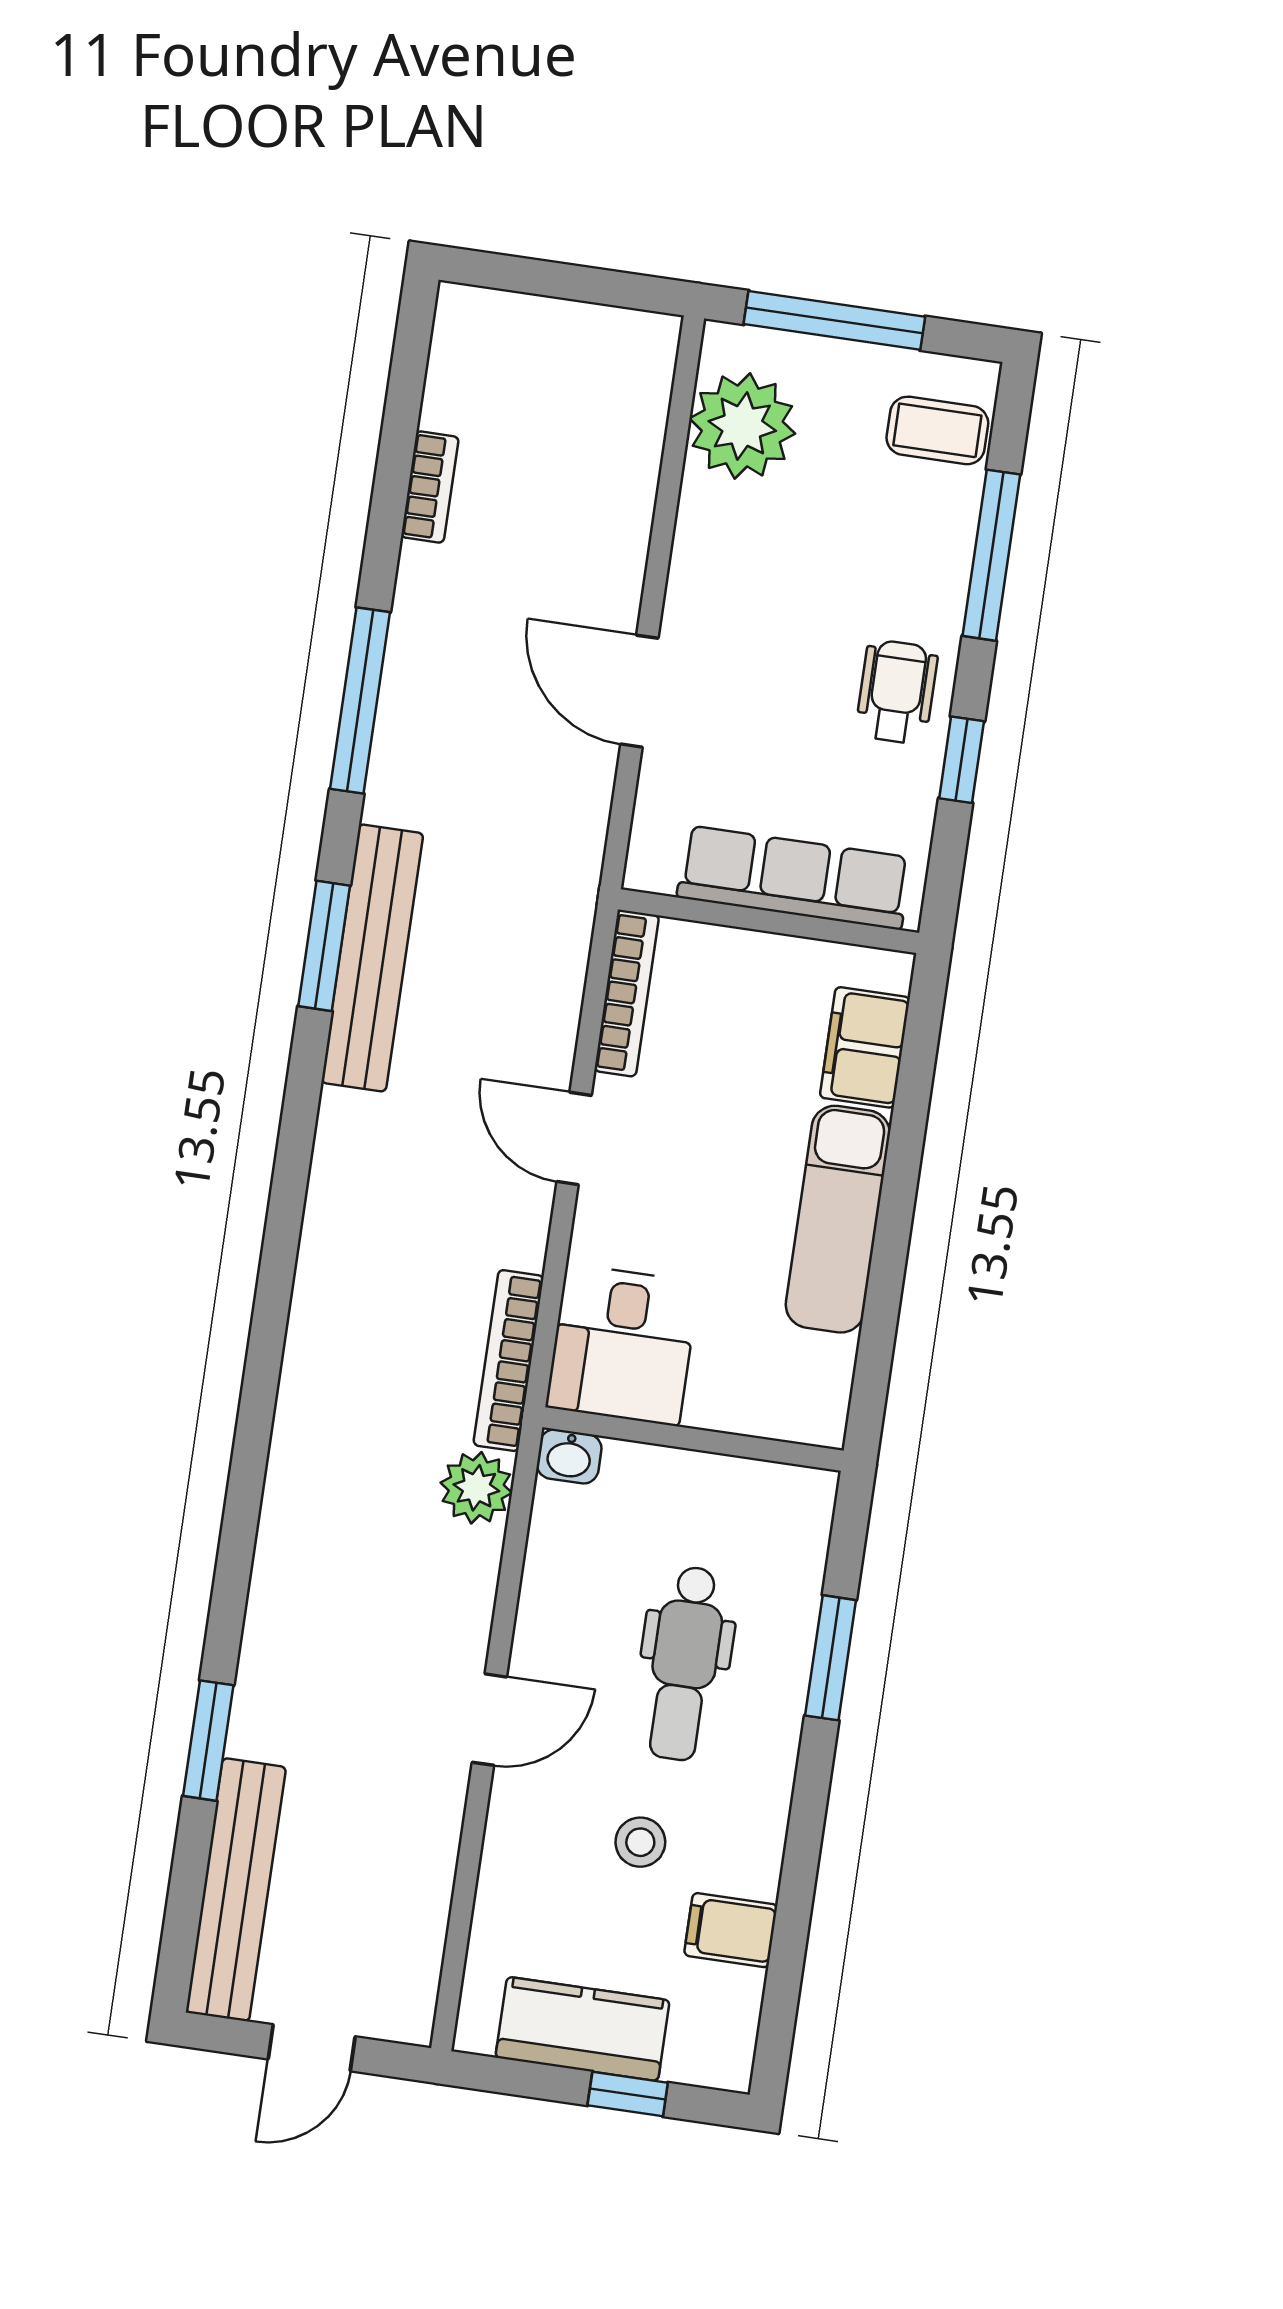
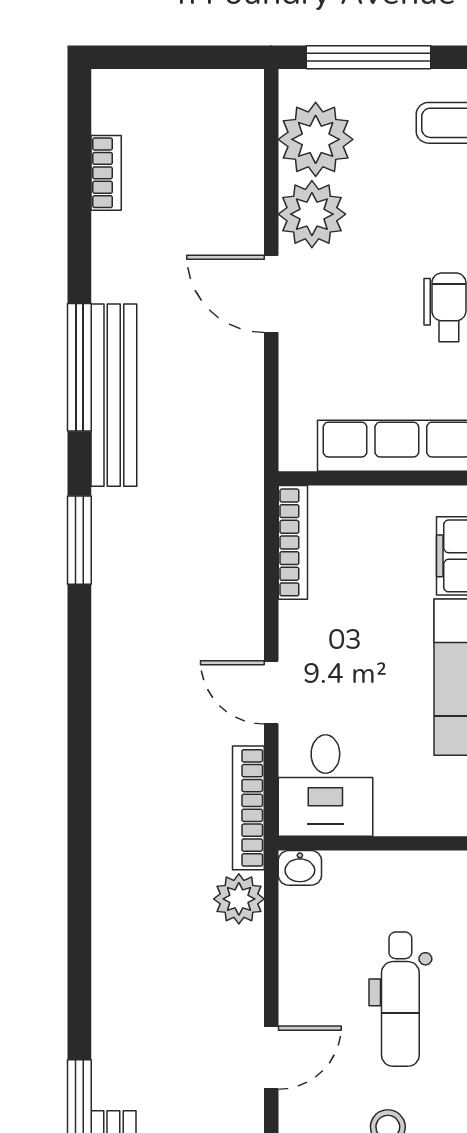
bookcase: (430, 487) -> (106, 173), moved
plant: (722, 531) -> (312, 214), added
door: (639, 691) -> (271, 294), moved
bench: (372, 958) -> (114, 395), moved
door: (574, 1139) -> (271, 692), moved

